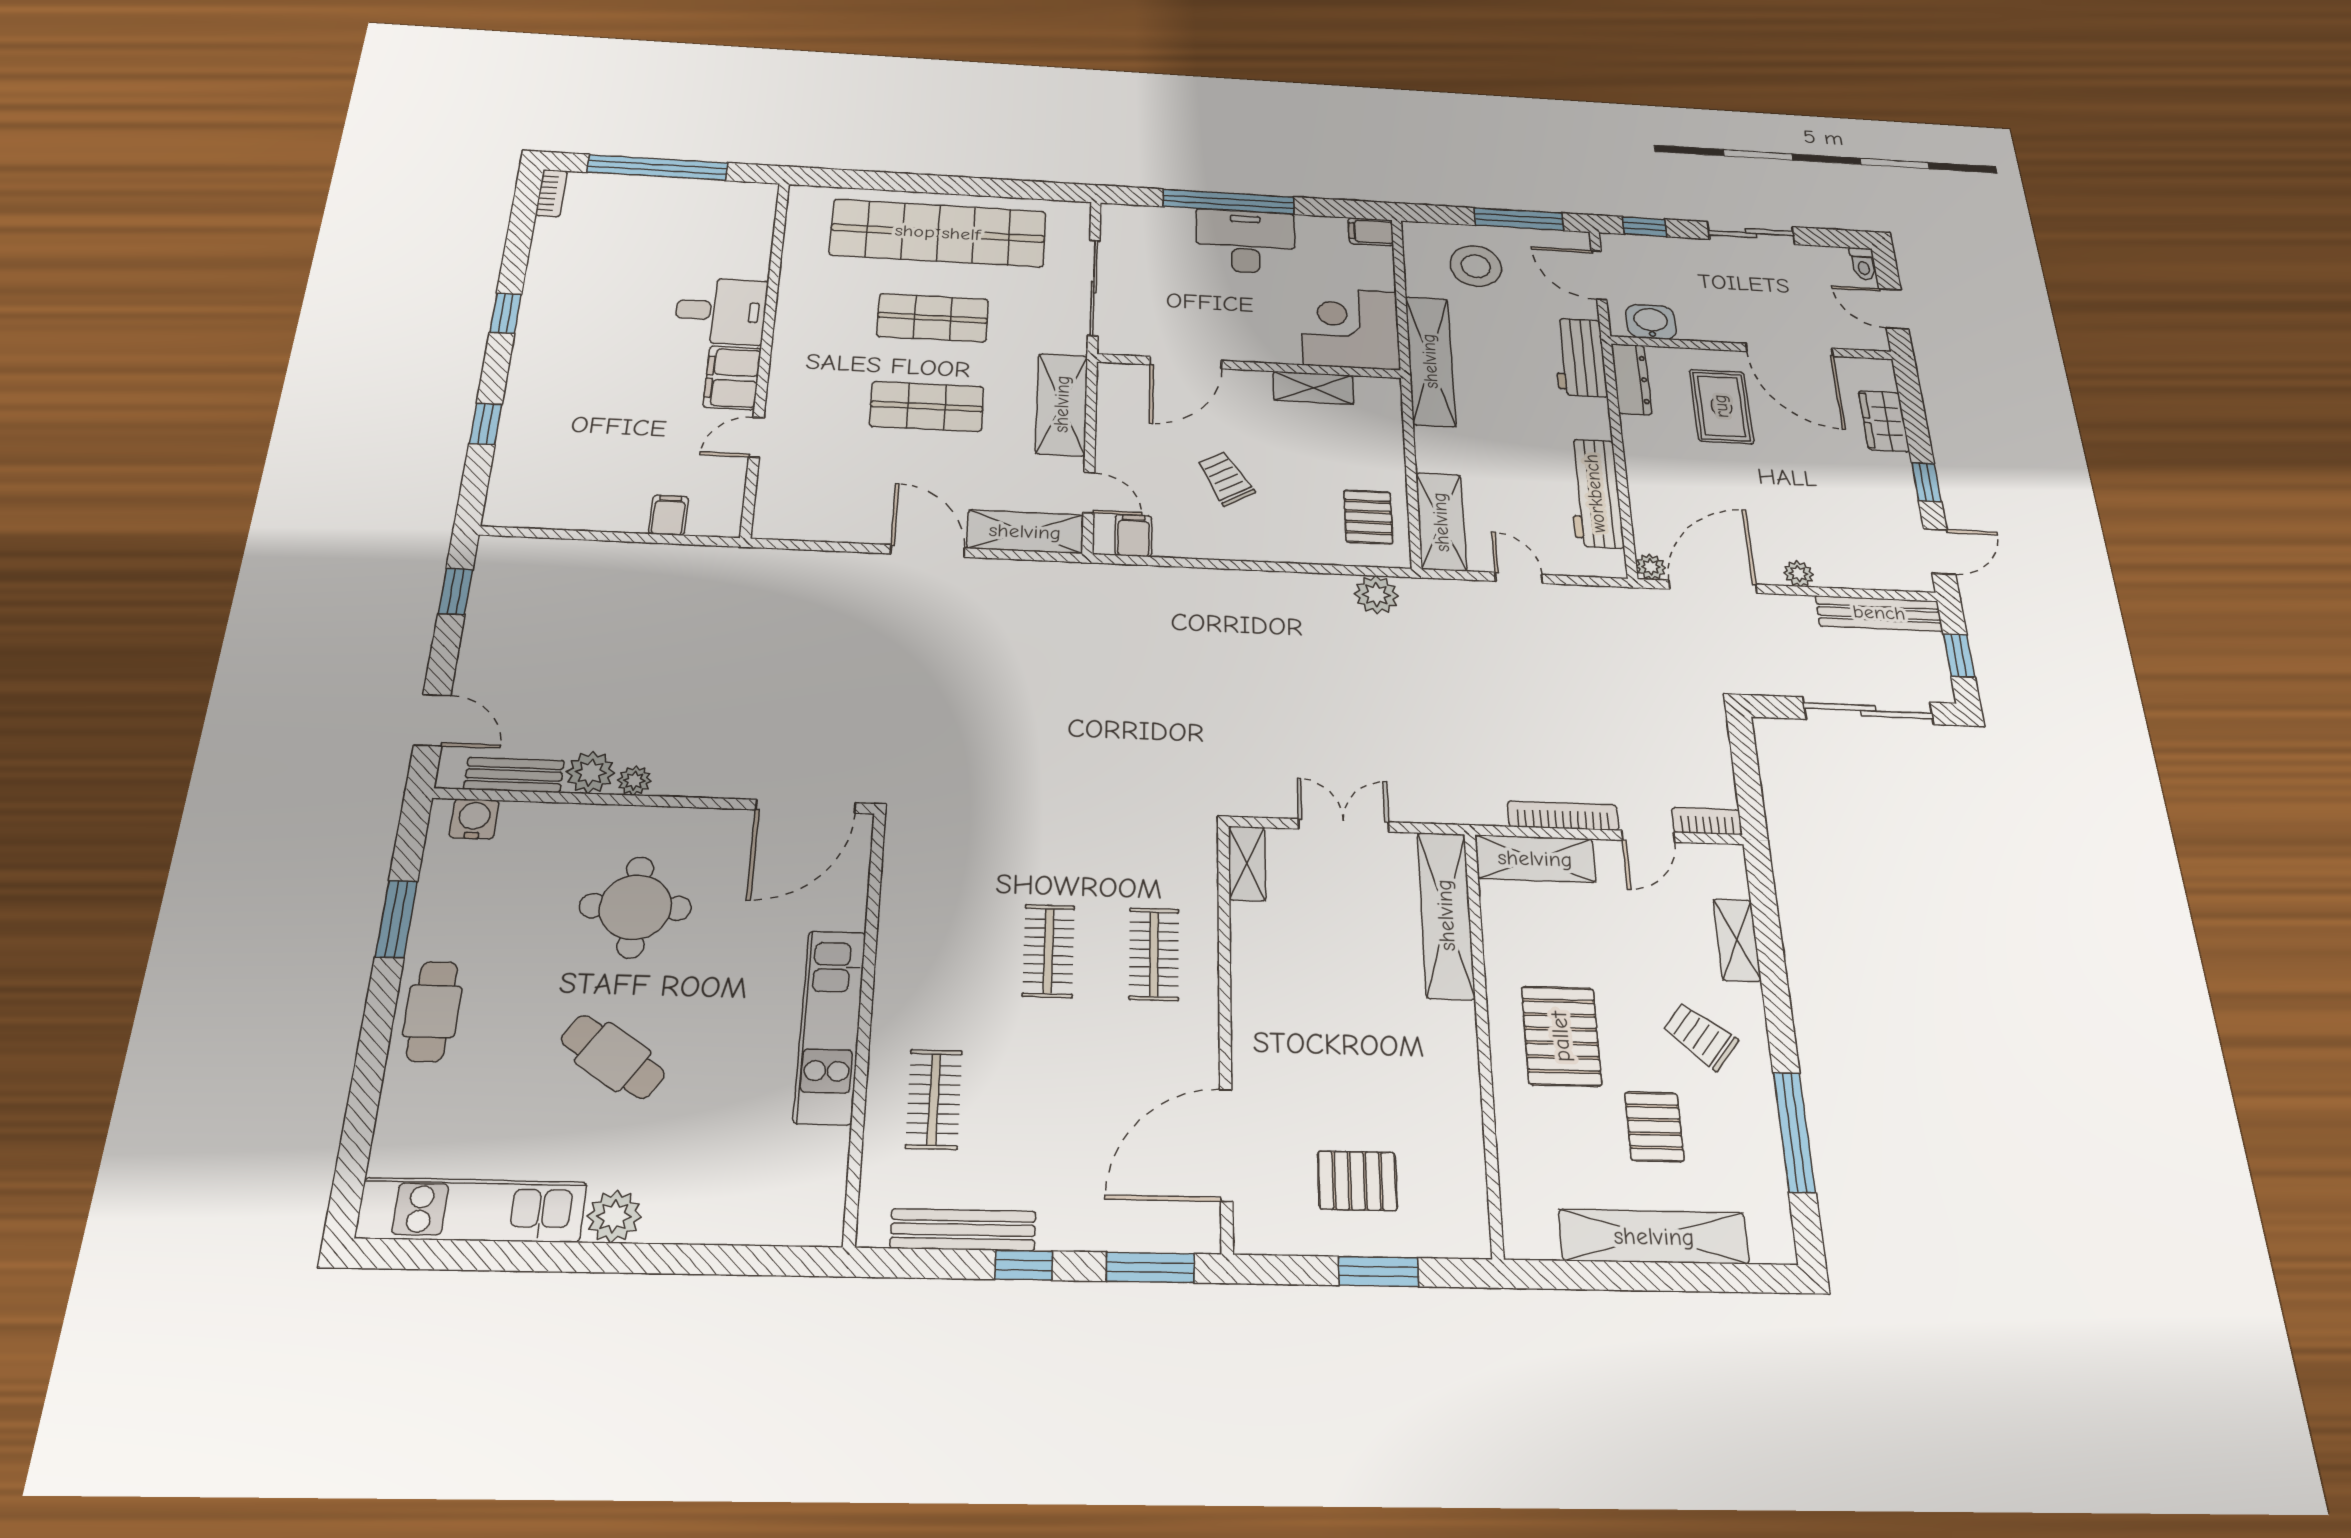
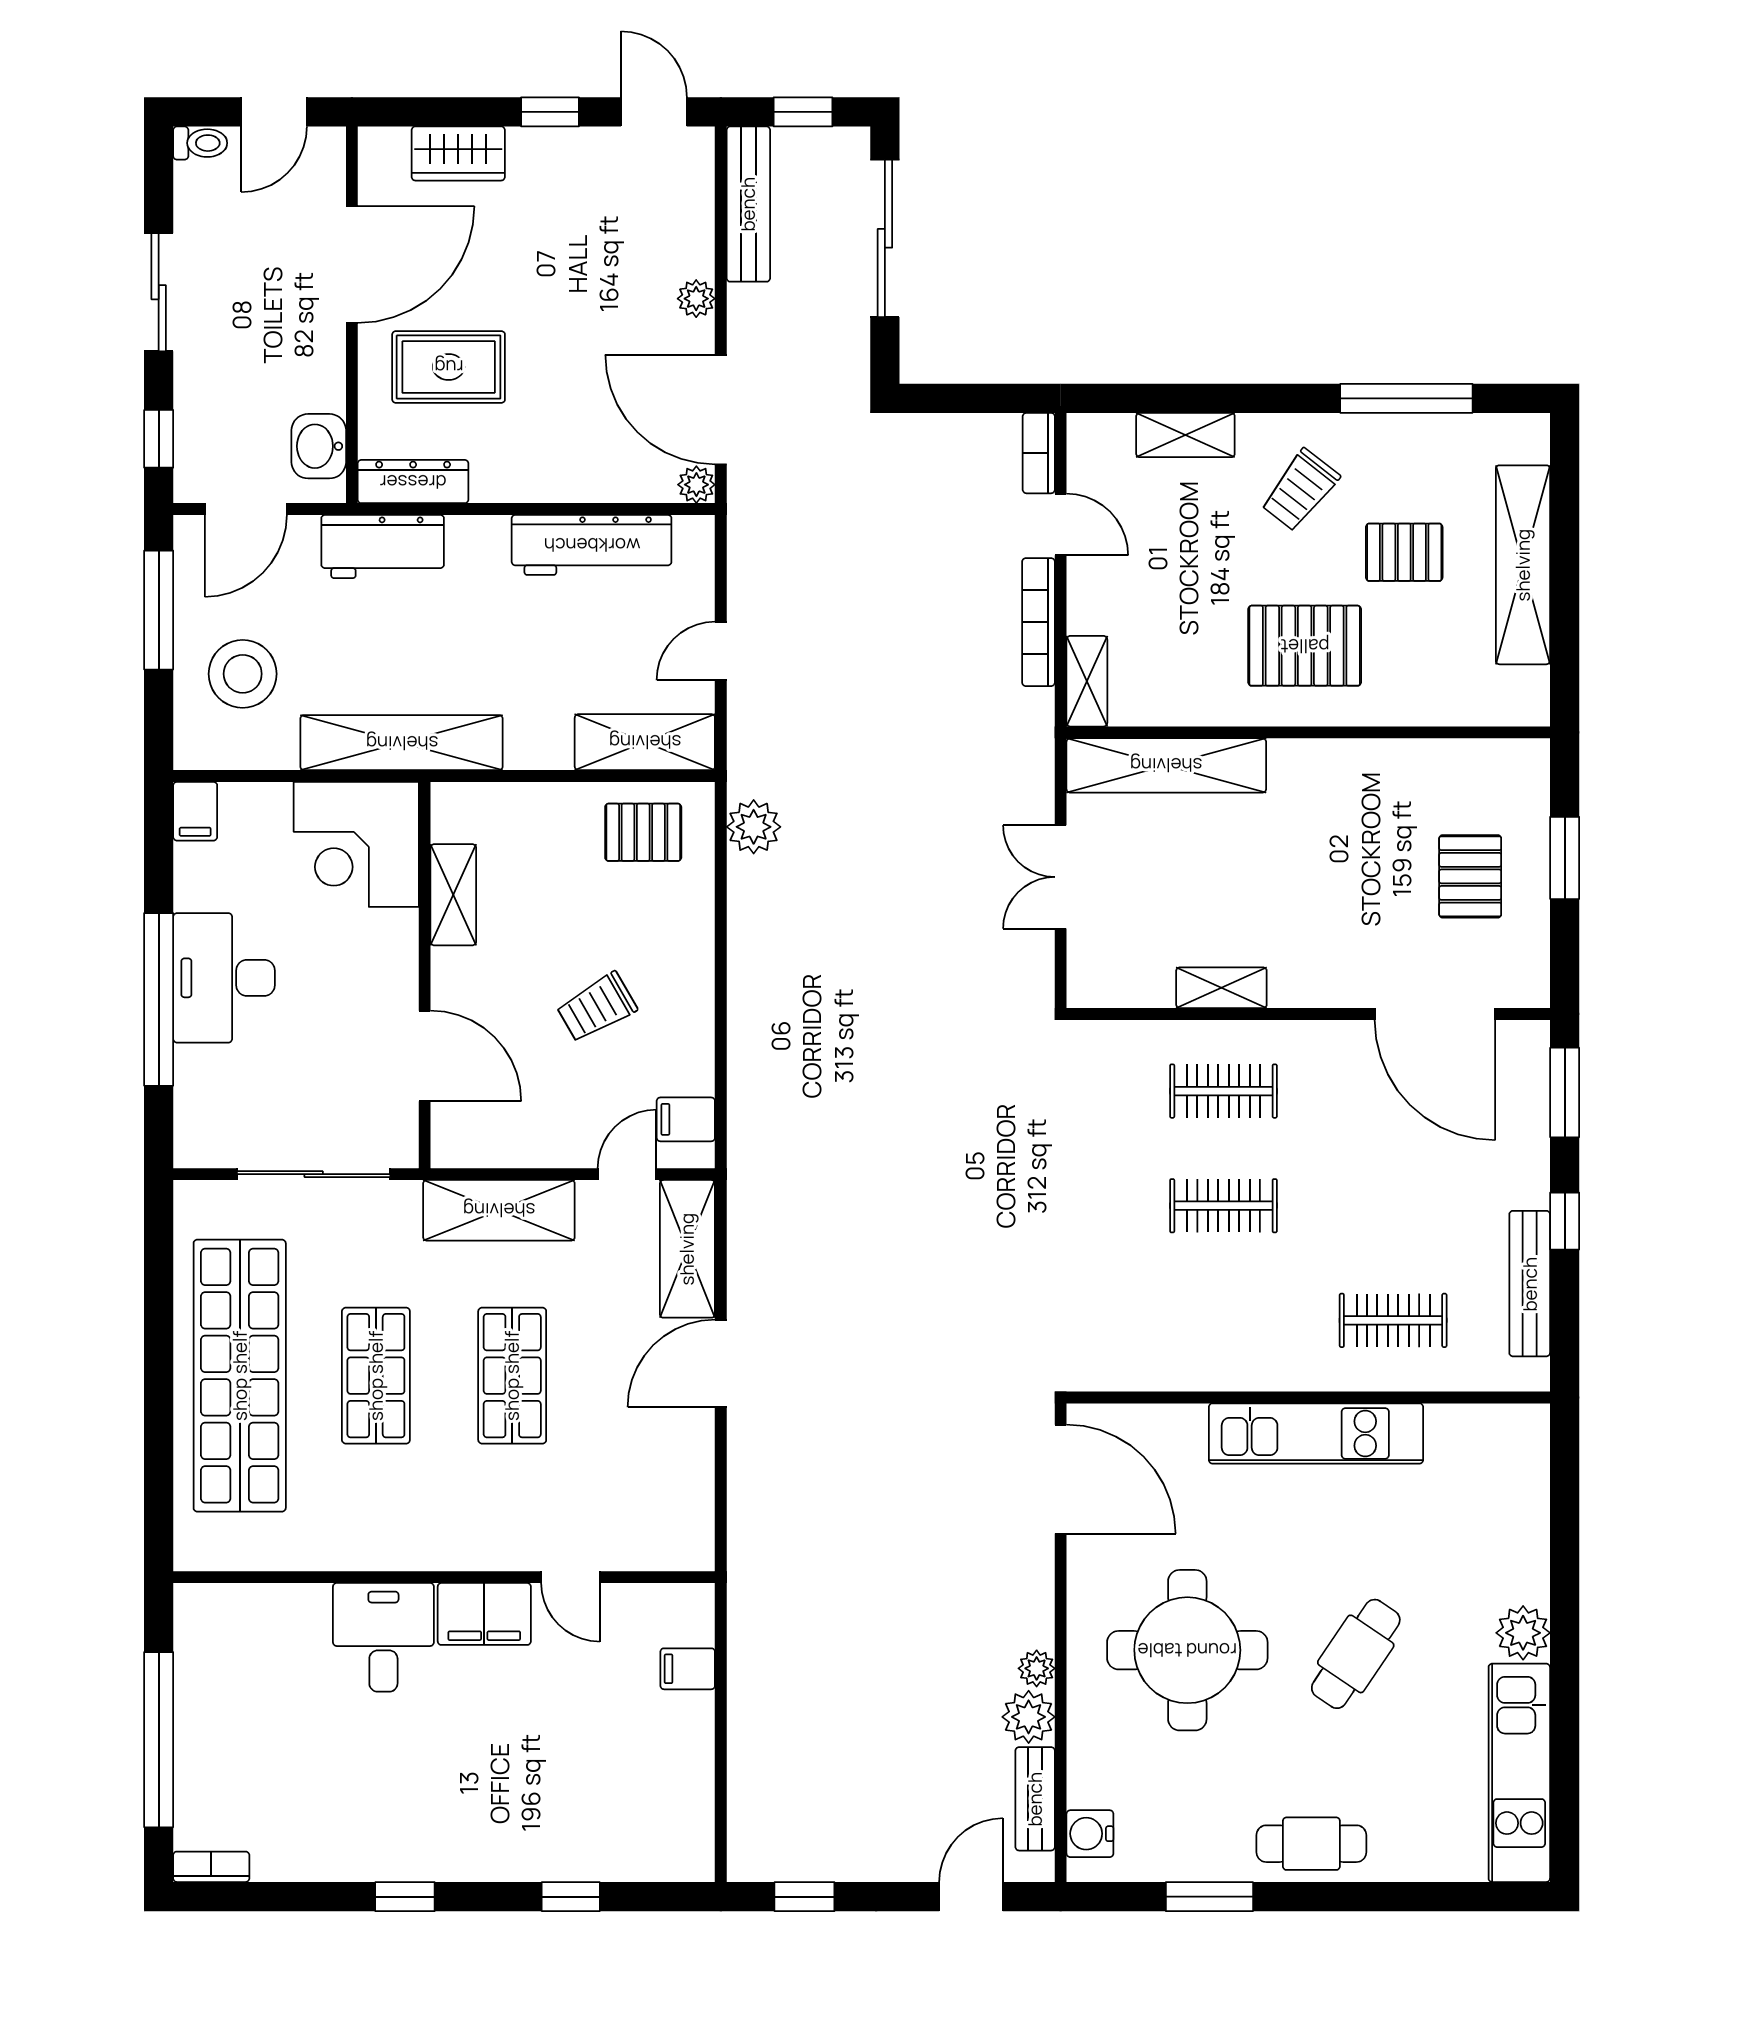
shelving: (1535, 859) -> (1087, 681), width x0.67, depth x0.75
shelving: (1247, 863) -> (1221, 988), moved
round table: (635, 907) -> (1187, 1650), width x1.36, depth x1.36

